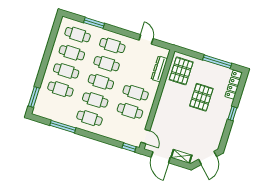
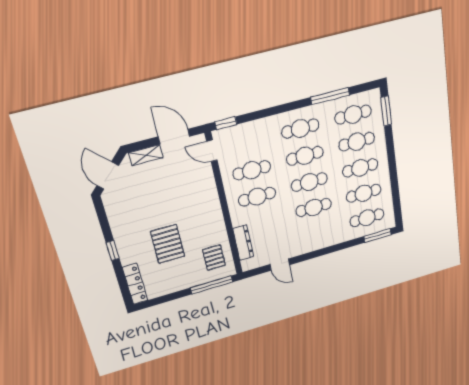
window: (94, 23) -> (377, 236), moved
cafe table: (112, 46) -> (353, 115), moved
window: (217, 62) -> (212, 285), moved
pallet: (181, 71) -> (214, 258), width x0.67, depth x0.71

